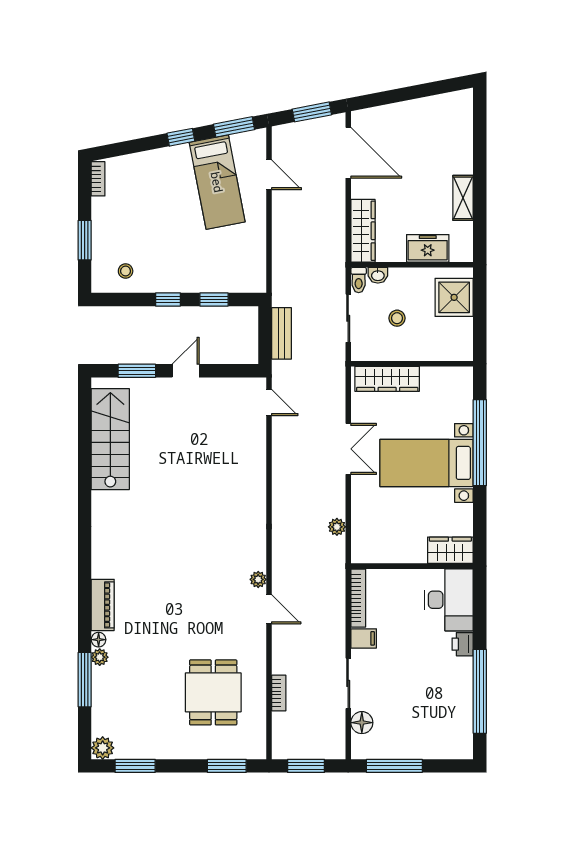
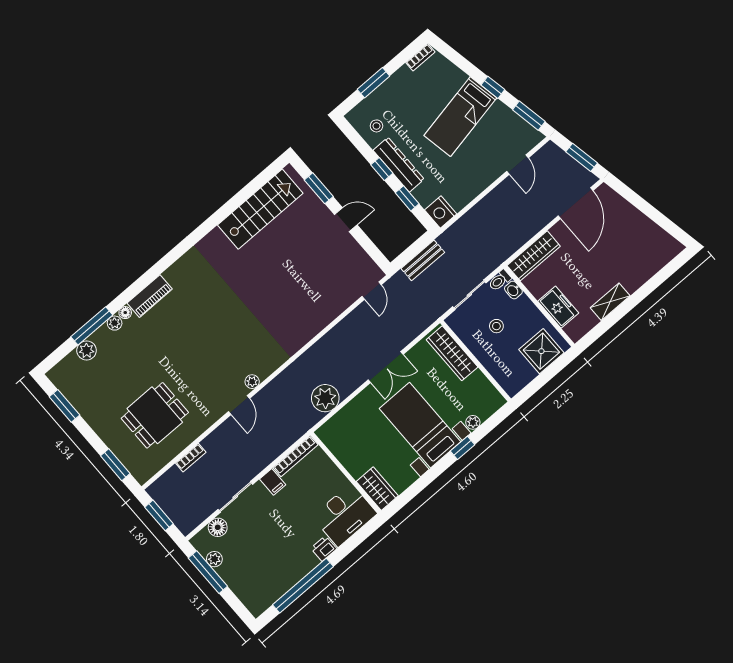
bed: (217, 182) -> (460, 117), moved
nightstand: (252, 280) -> (441, 212), added
dresser: (177, 281) -> (399, 165), added
plant: (465, 414) -> (473, 422), added
window: (480, 443) -> (462, 448), width x0.32
plant: (337, 527) -> (325, 398), width x1.87, depth x1.87
plant: (103, 748) -> (87, 350), moved
plant: (388, 750) -> (214, 559), added

